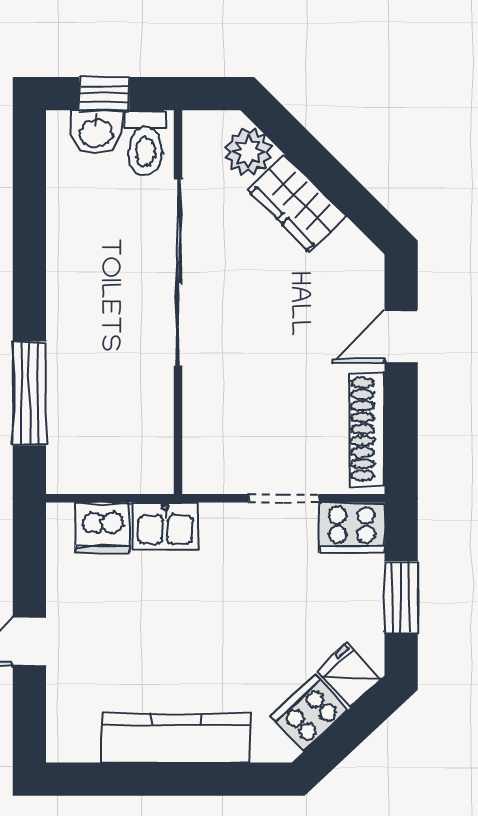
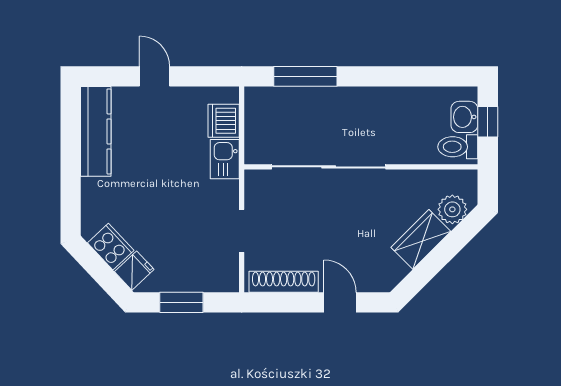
sliding door: (178, 272) -> (329, 167), moved
cooker: (352, 528) -> (224, 272), removed
kitchen counter: (176, 738) -> (96, 131), moved

